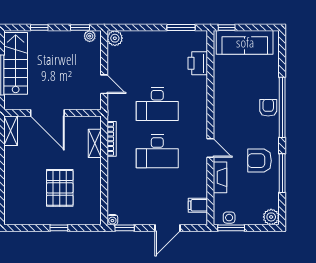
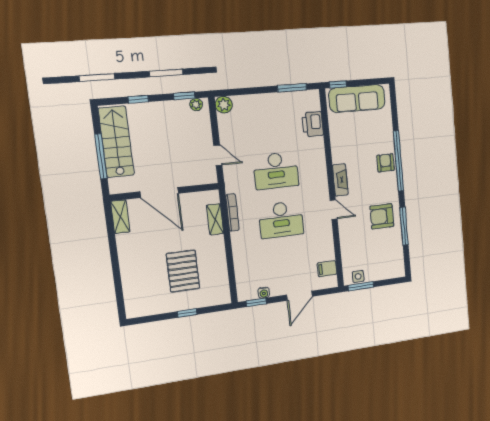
fireplace: (220, 177) -> (340, 180), moved
plant: (271, 217) -> (397, 270), removed
water cooler: (112, 220) -> (264, 293), moved

